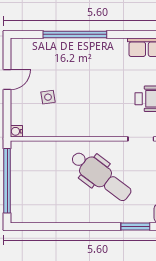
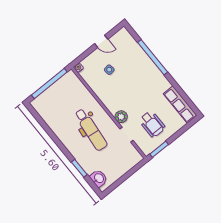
plant: (115, 128) -> (121, 117), added
dental chair: (101, 176) -> (91, 130), turned -31

